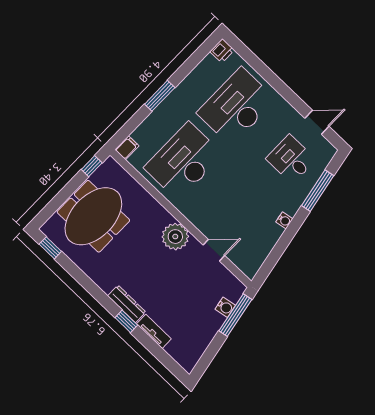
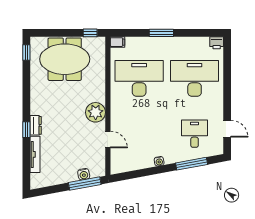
dresser: (127, 304) -> (36, 125), width x0.70
tv unit: (154, 331) -> (35, 154), width x1.41

